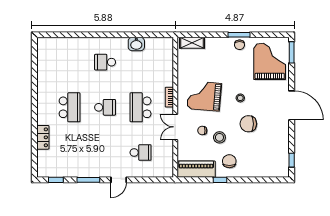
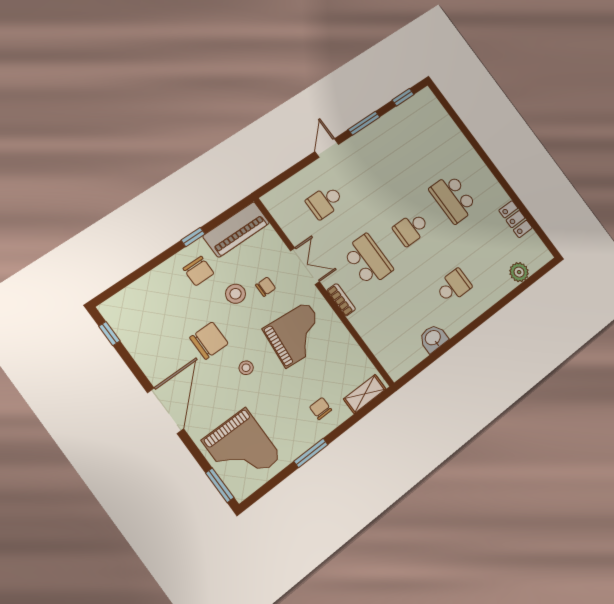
plant: (63, 44) -> (519, 272), added
chair: (240, 45) -> (321, 408), moved
door: (292, 105) -> (166, 411), swing flipped
locker: (43, 137) -> (516, 219), moved

